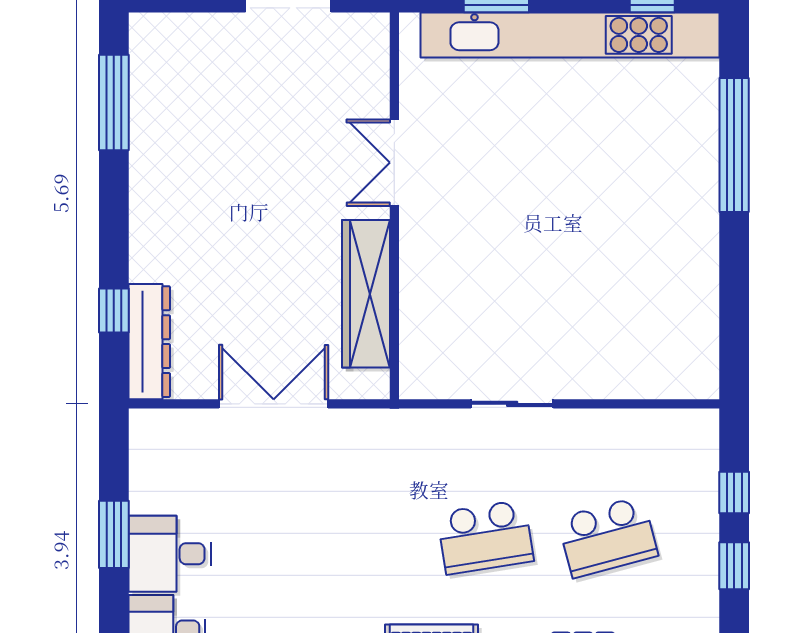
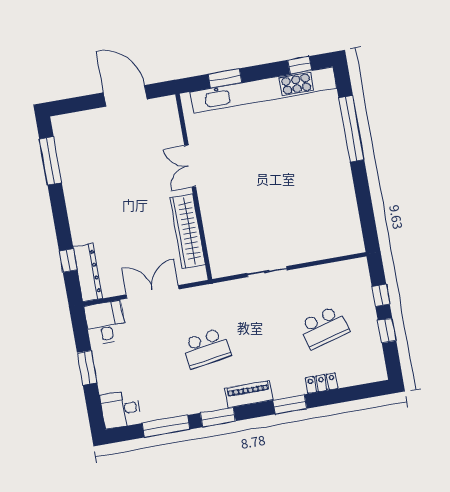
school desk: (485, 537) -> (207, 348), moved
desk: (170, 554) -> (105, 323), moved, turned 90

